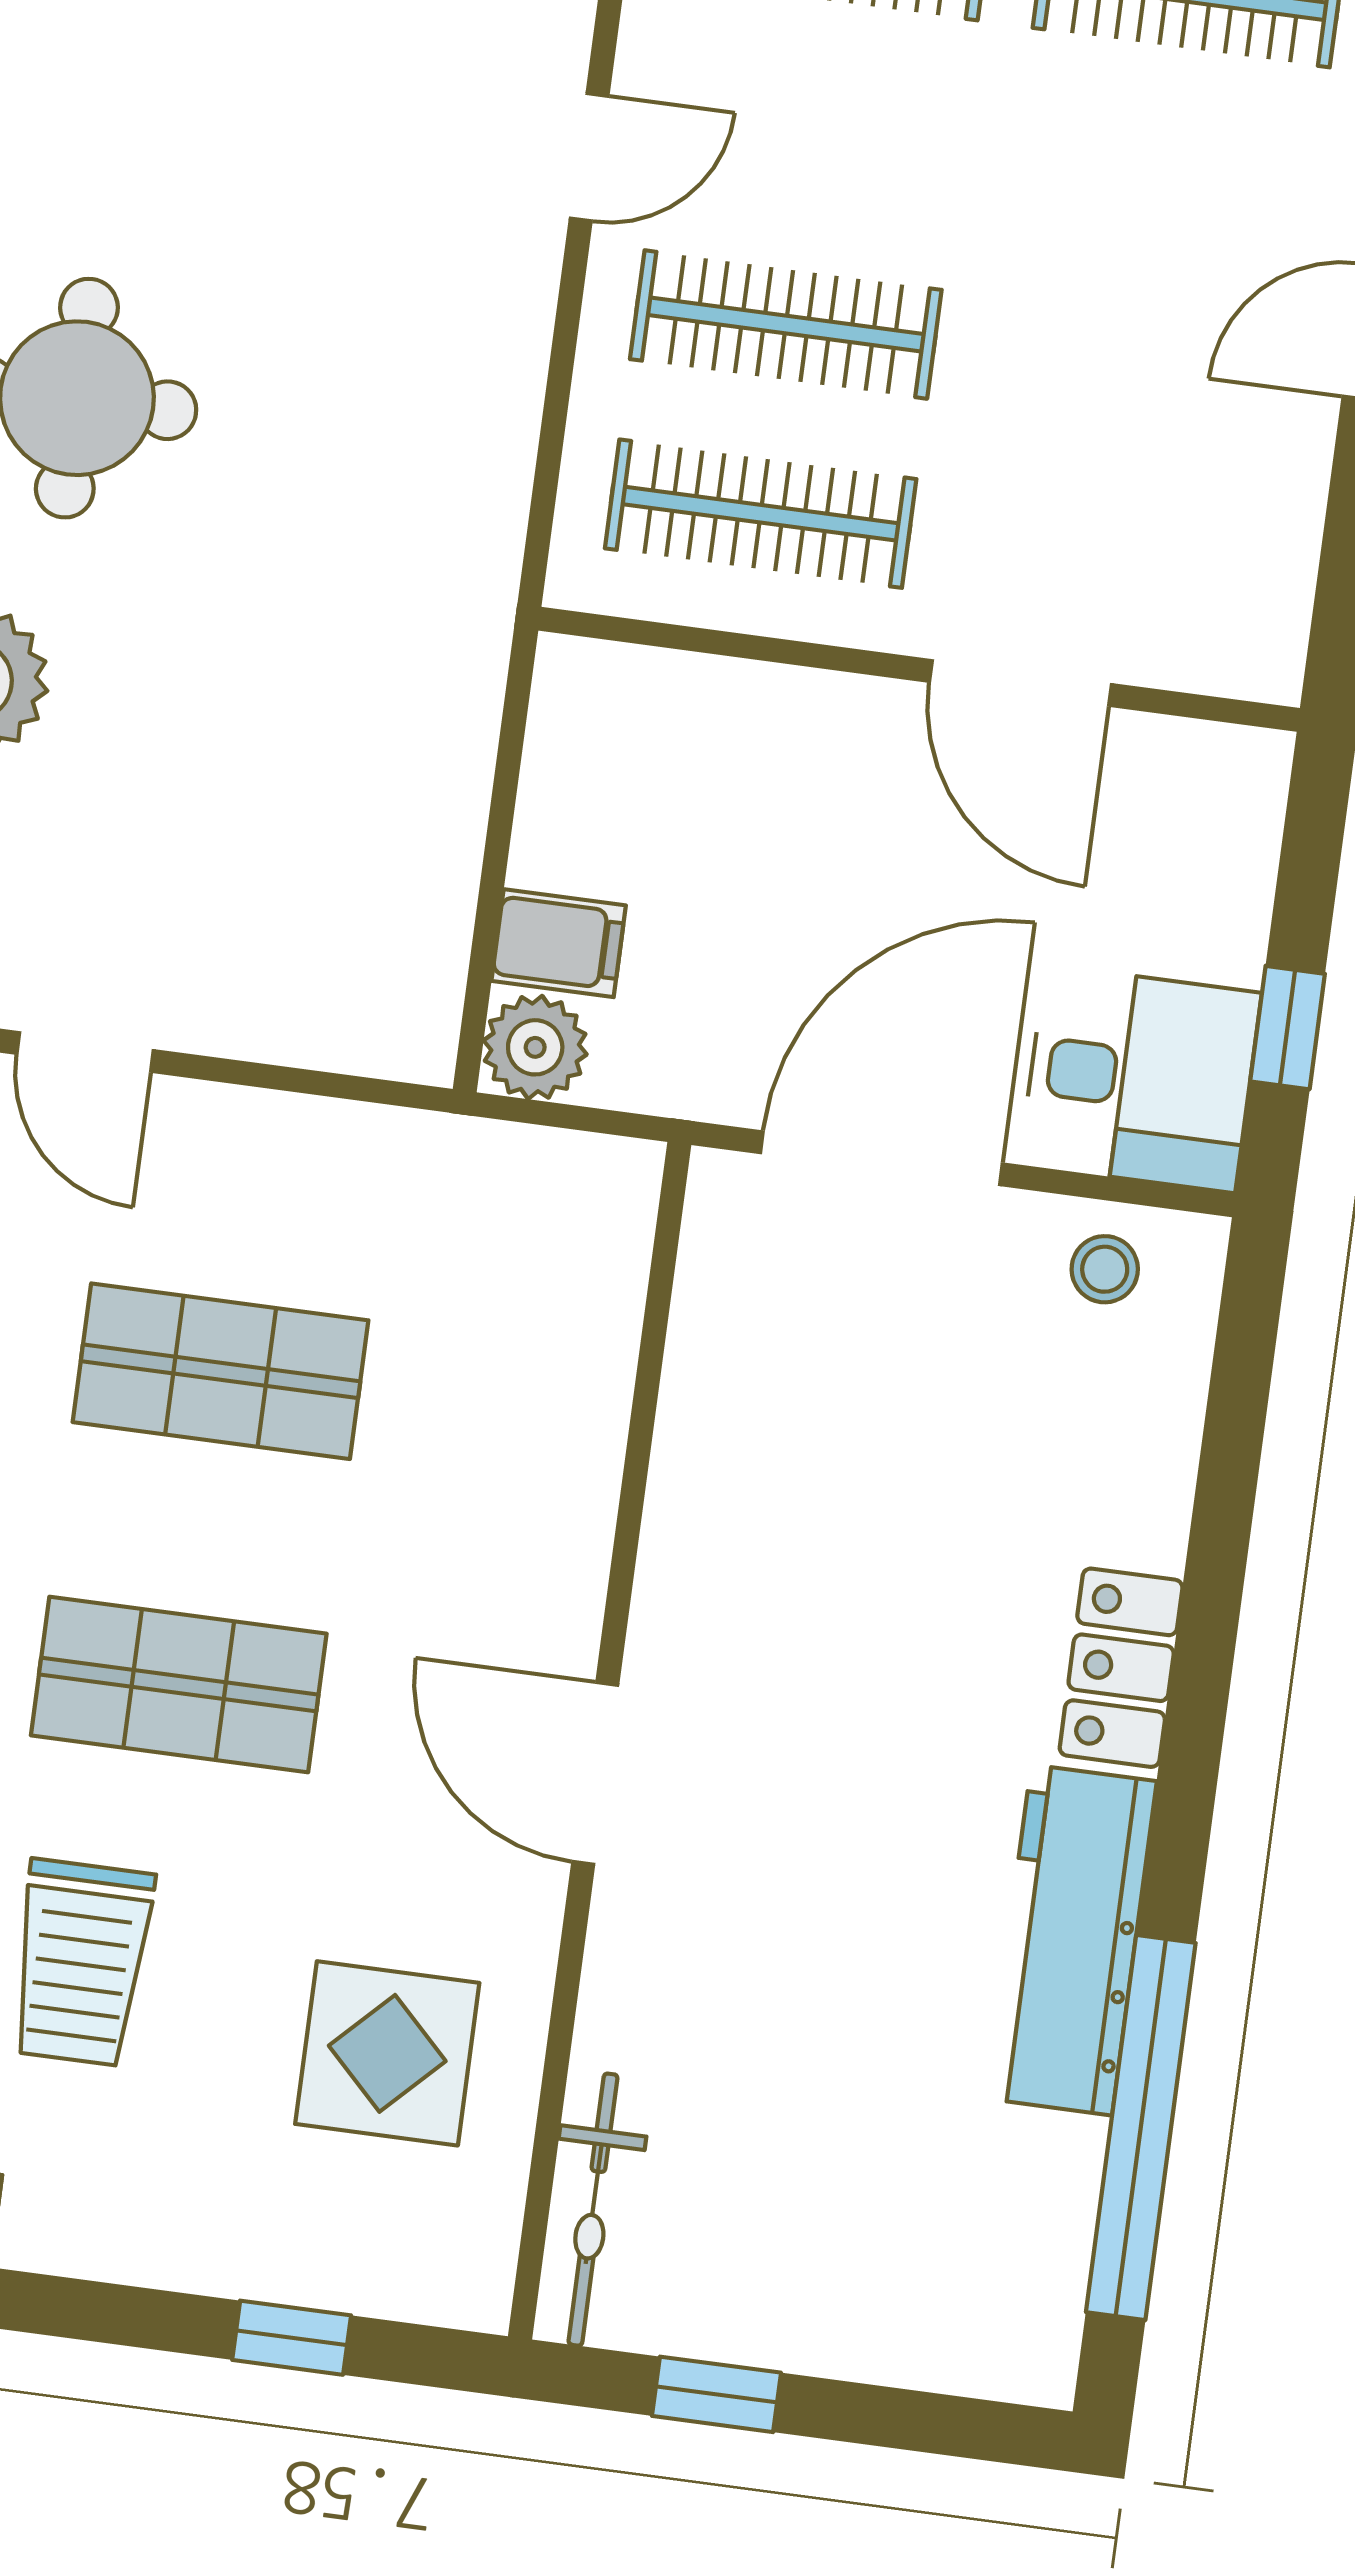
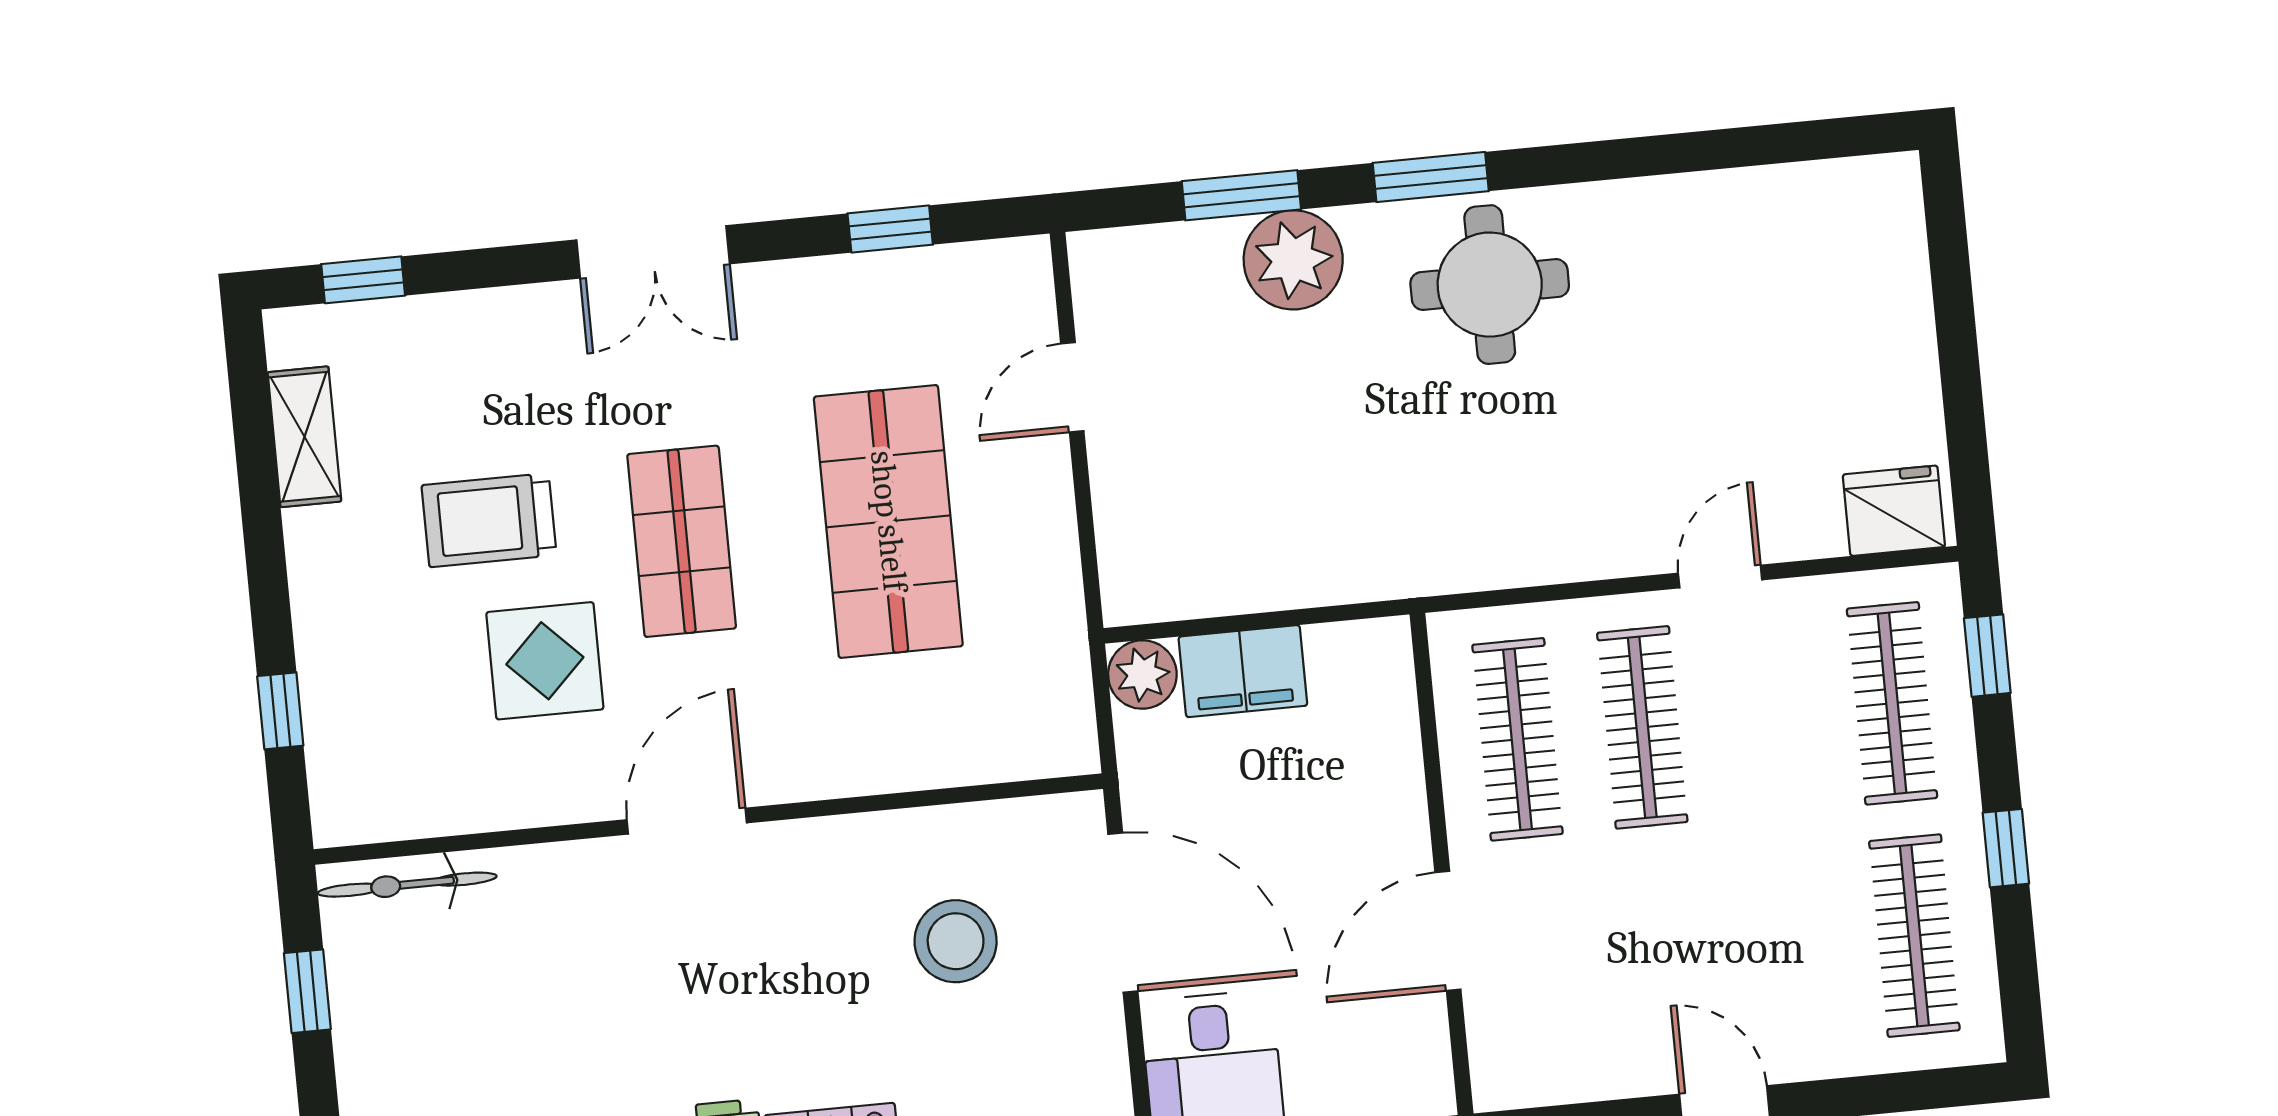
door: (589, 157) -> (1720, 577), swing flipped
filing cabinet: (559, 943) -> (1243, 671), width x2.00
stool: (1105, 1269) -> (956, 941), moved, width x1.89, depth x1.89
shop shelf: (221, 1371) -> (888, 521), width x1.43, depth x1.36
display table: (387, 2053) -> (545, 661), moved

